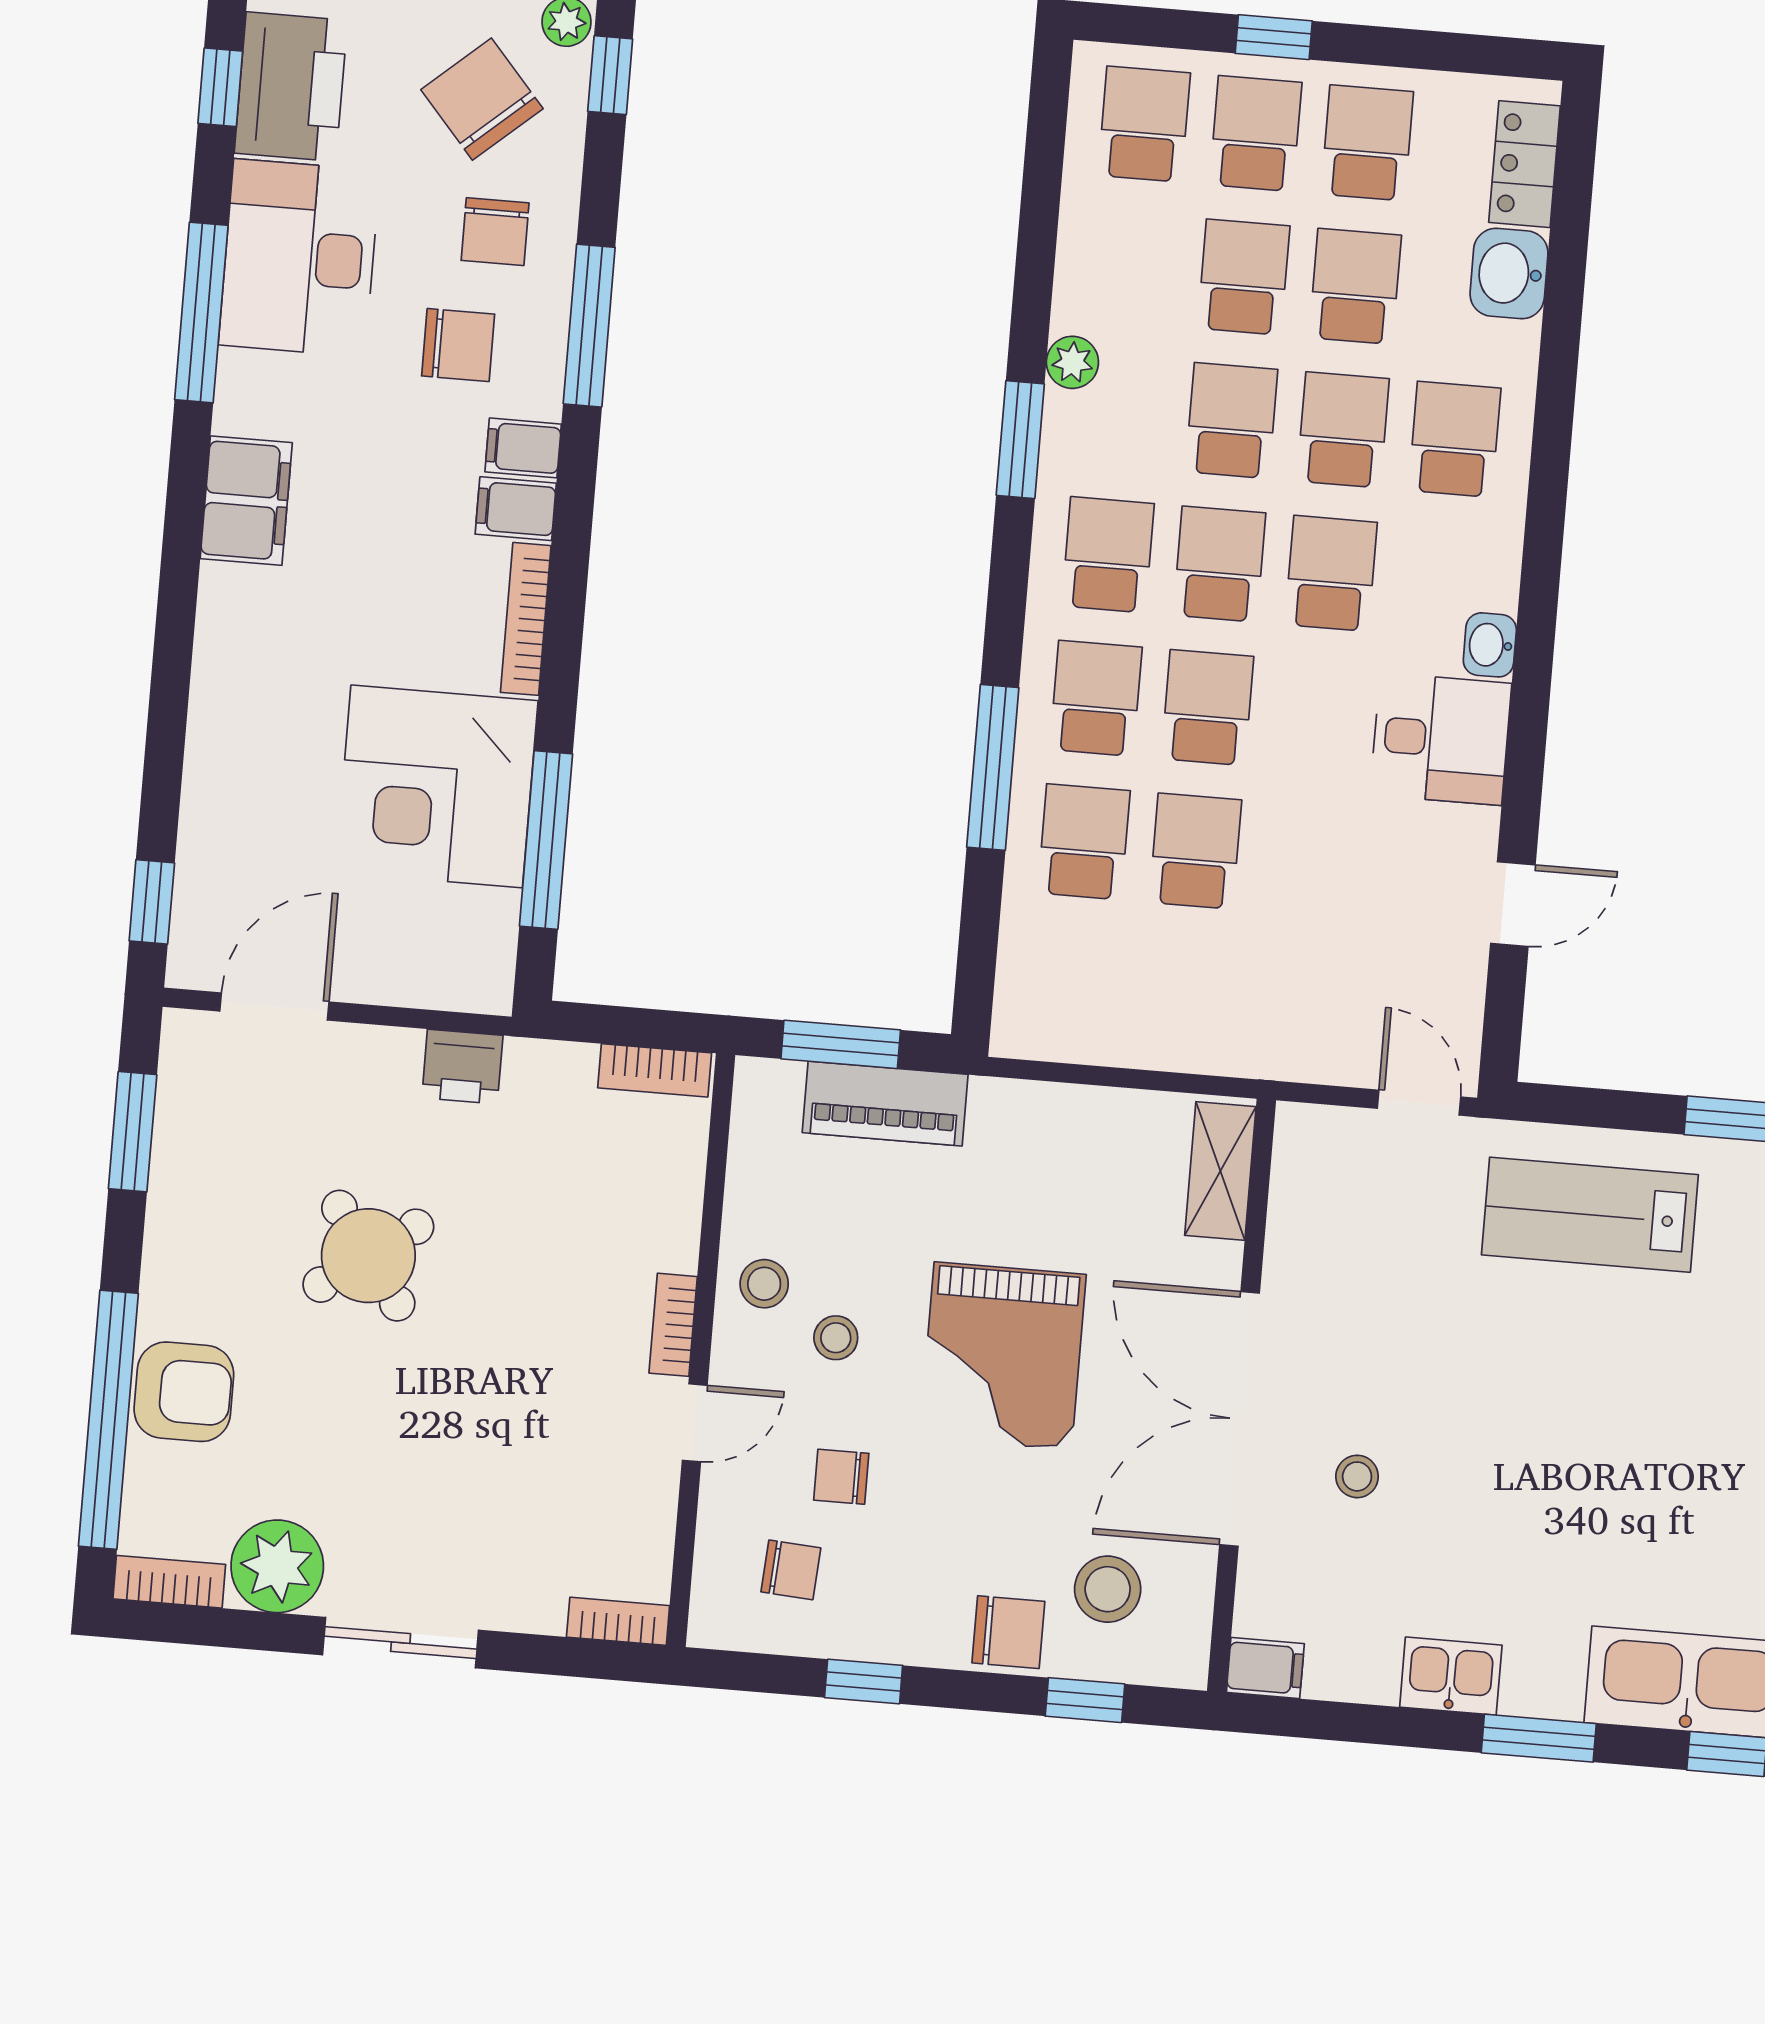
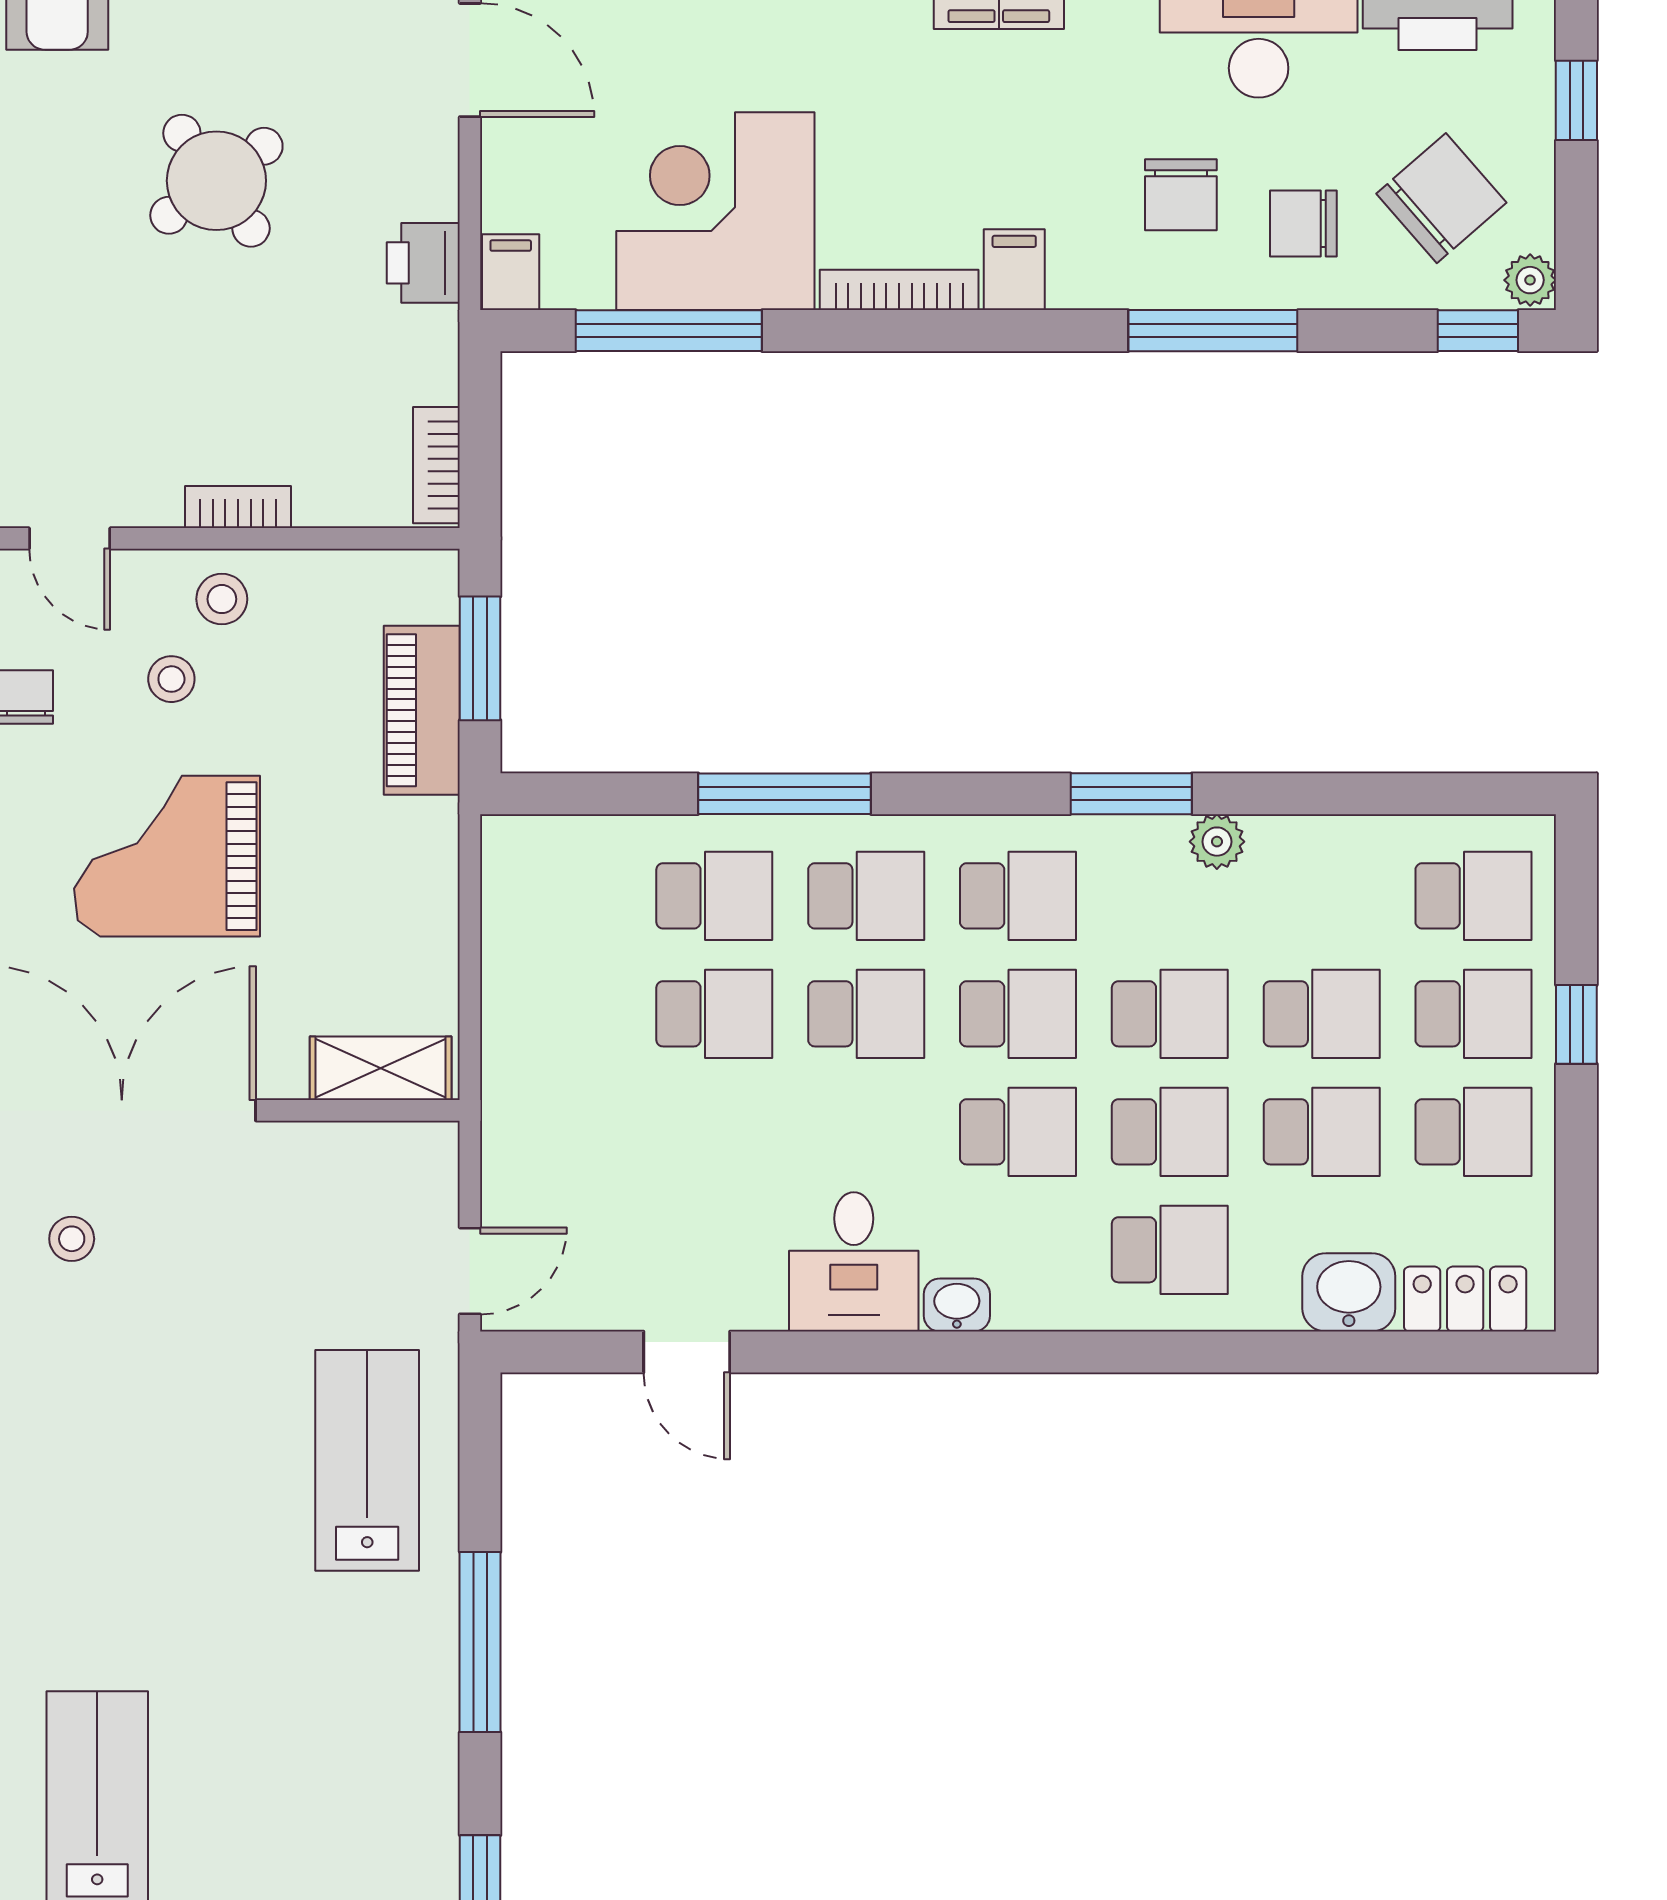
filing cabinet: (523, 448) -> (511, 272), moved
bookcase: (673, 1325) -> (238, 507), moved

